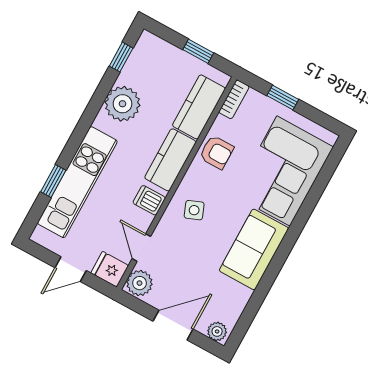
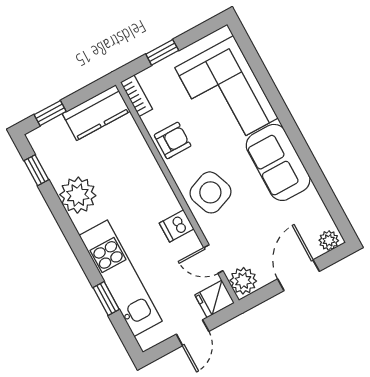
window: (198, 51) -> (50, 113), moved
kitchen counter: (199, 107) -> (96, 113), moved, turned -90
kitchen counter: (170, 160) -> (153, 185), removed
side table: (194, 210) -> (210, 192), width x1.87, depth x1.87

